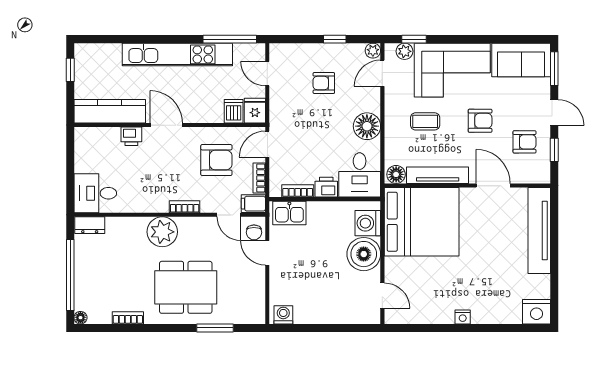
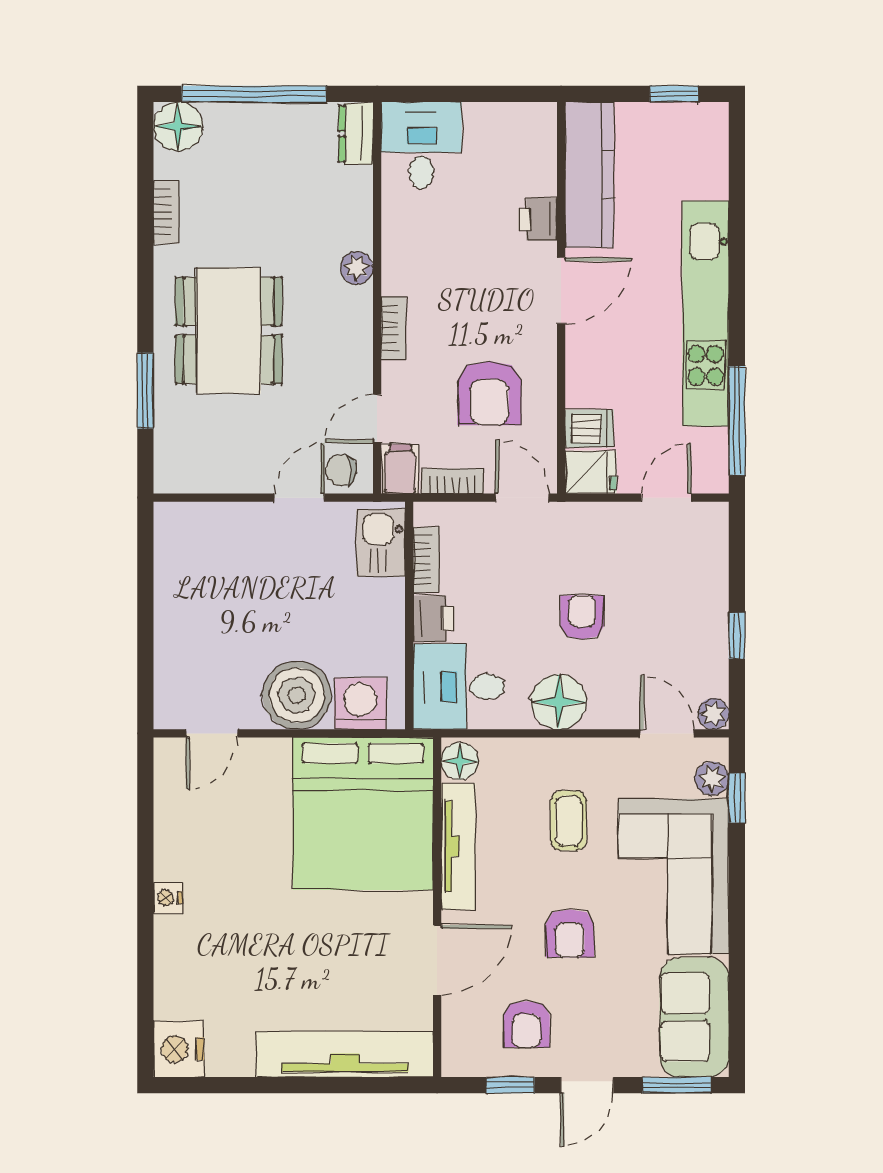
armchair: (324, 83) -> (582, 617), moved
plant: (162, 232) -> (357, 268), width x0.53, depth x0.53
washing machine: (283, 315) -> (172, 530), removed
floor lamp: (80, 318) -> (178, 127), width x1.89, depth x1.89

